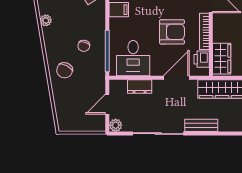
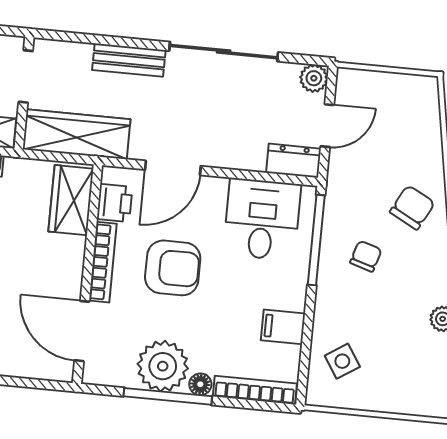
armchair: (172, 32) -> (173, 268), turned 180
dresser: (140, 86) -> (294, 161), moved

